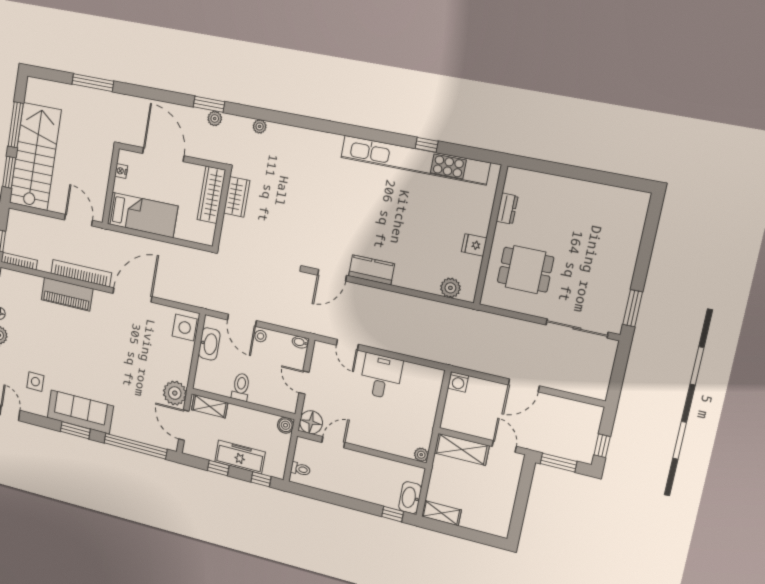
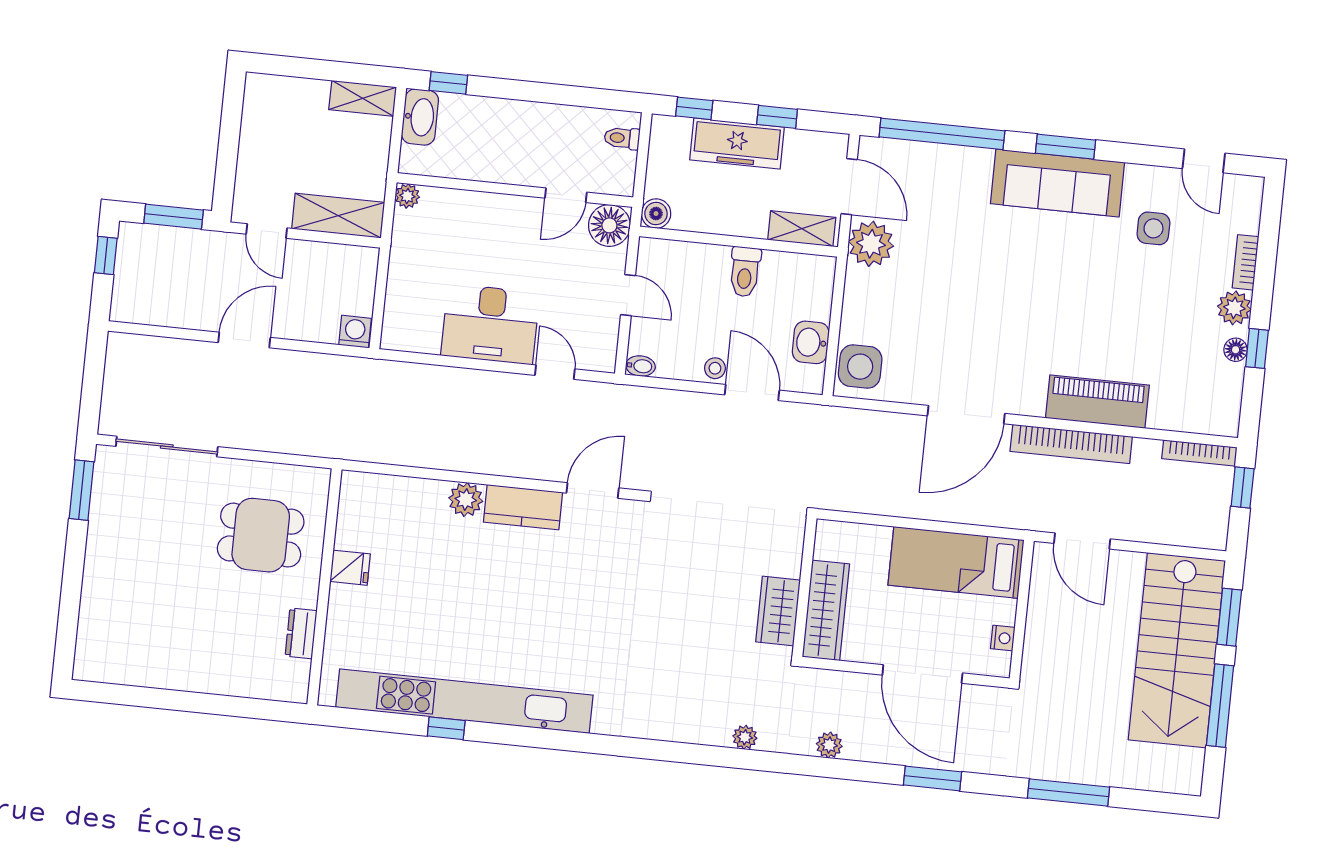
window: (209, 104) -> (932, 778), moved
plant: (450, 288) -> (466, 500), moved
washbasin: (209, 344) -> (811, 342), width x0.72
desk: (381, 376) -> (490, 324), width x1.37

